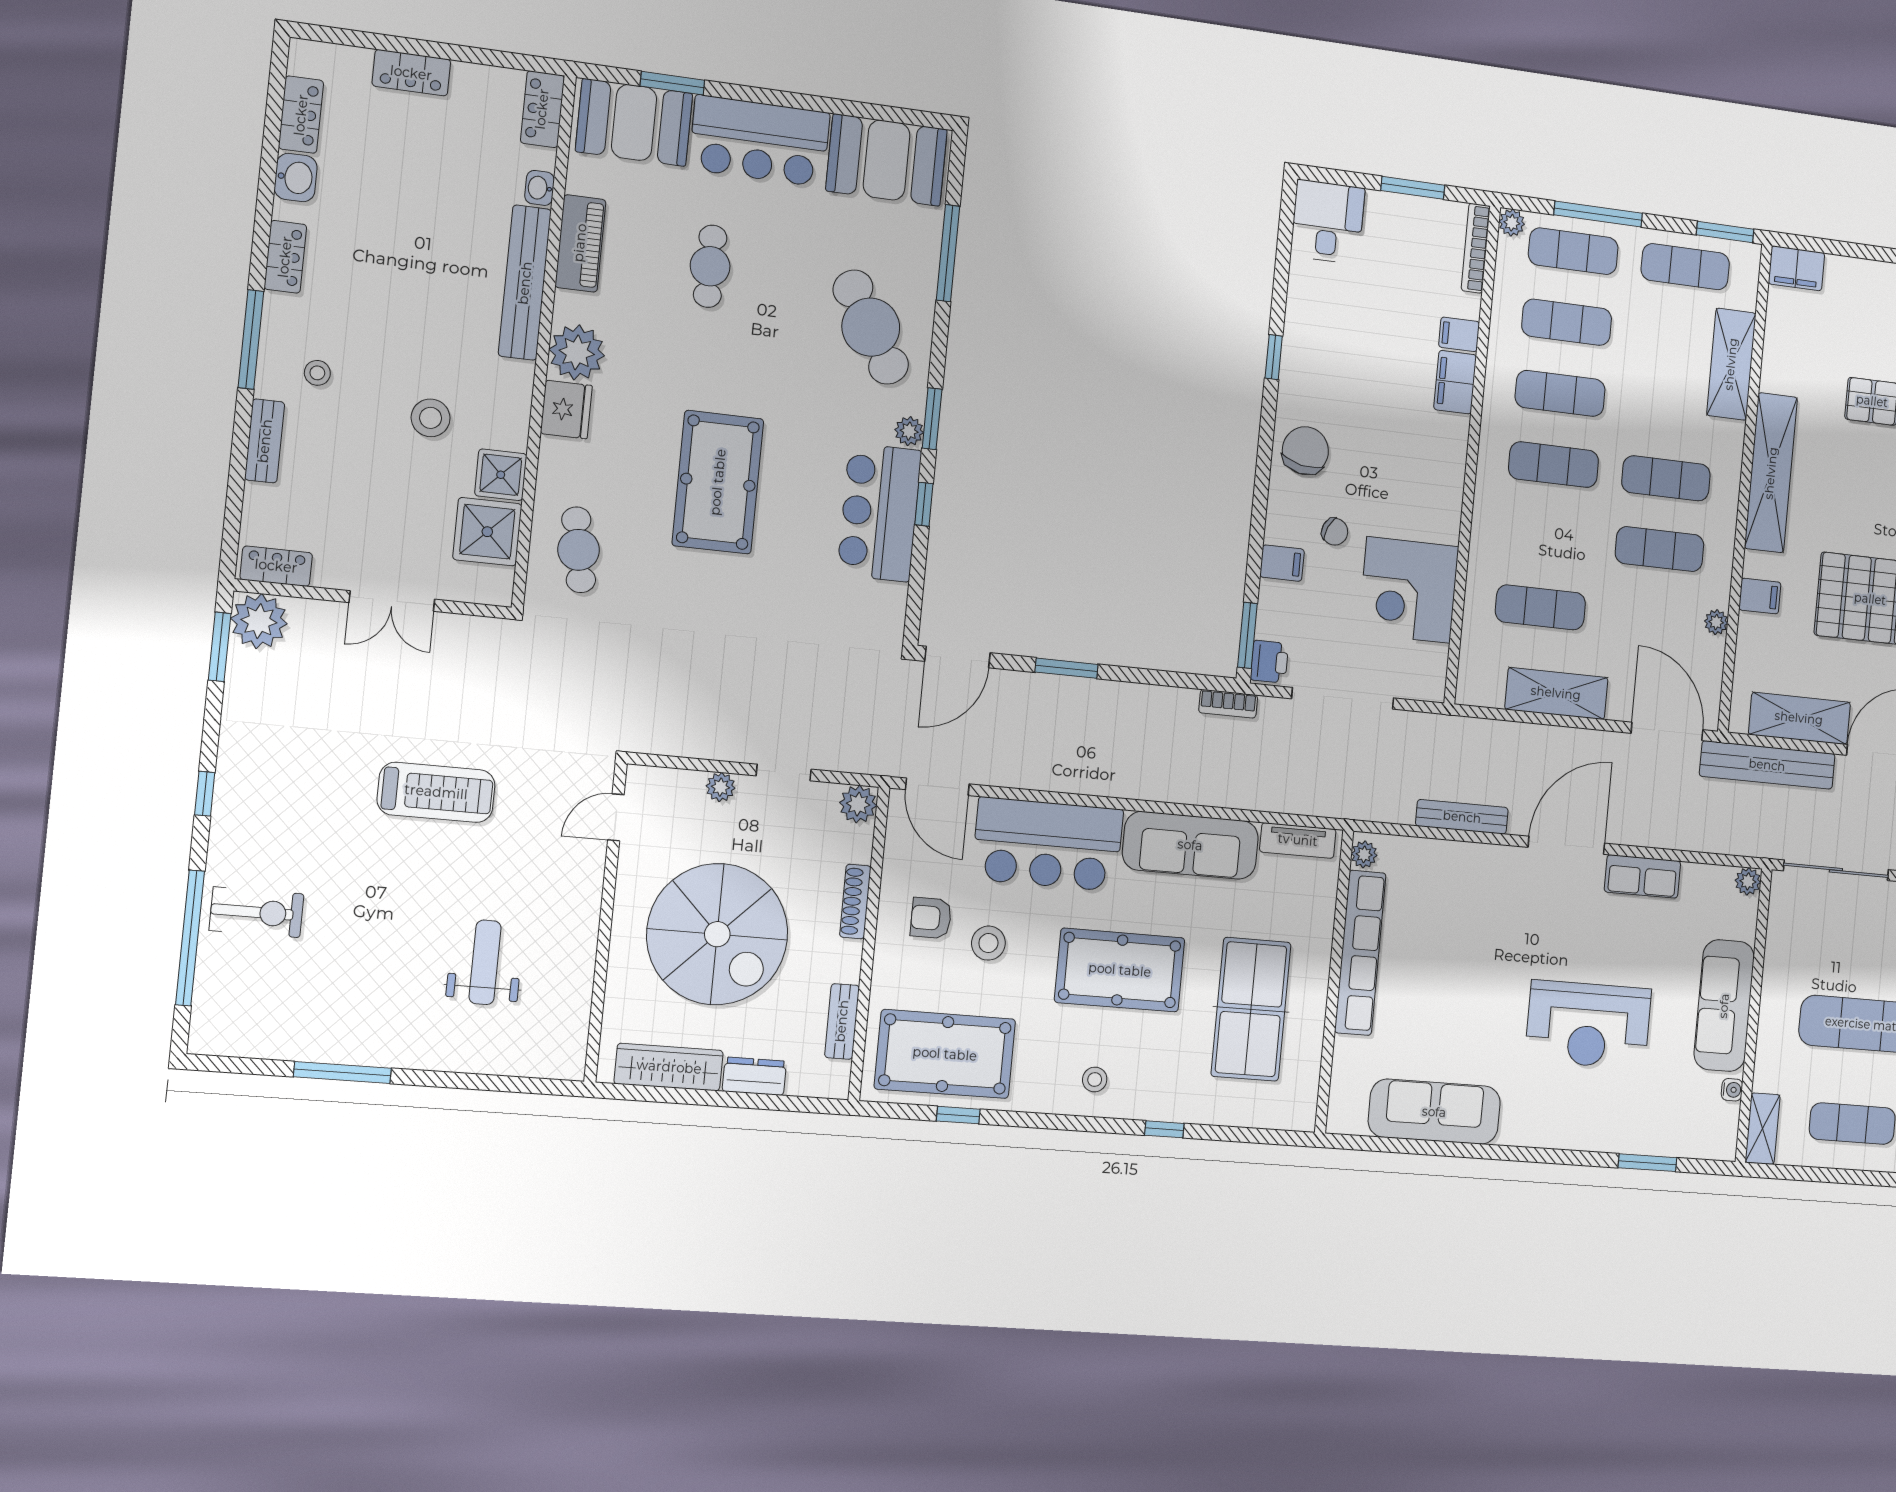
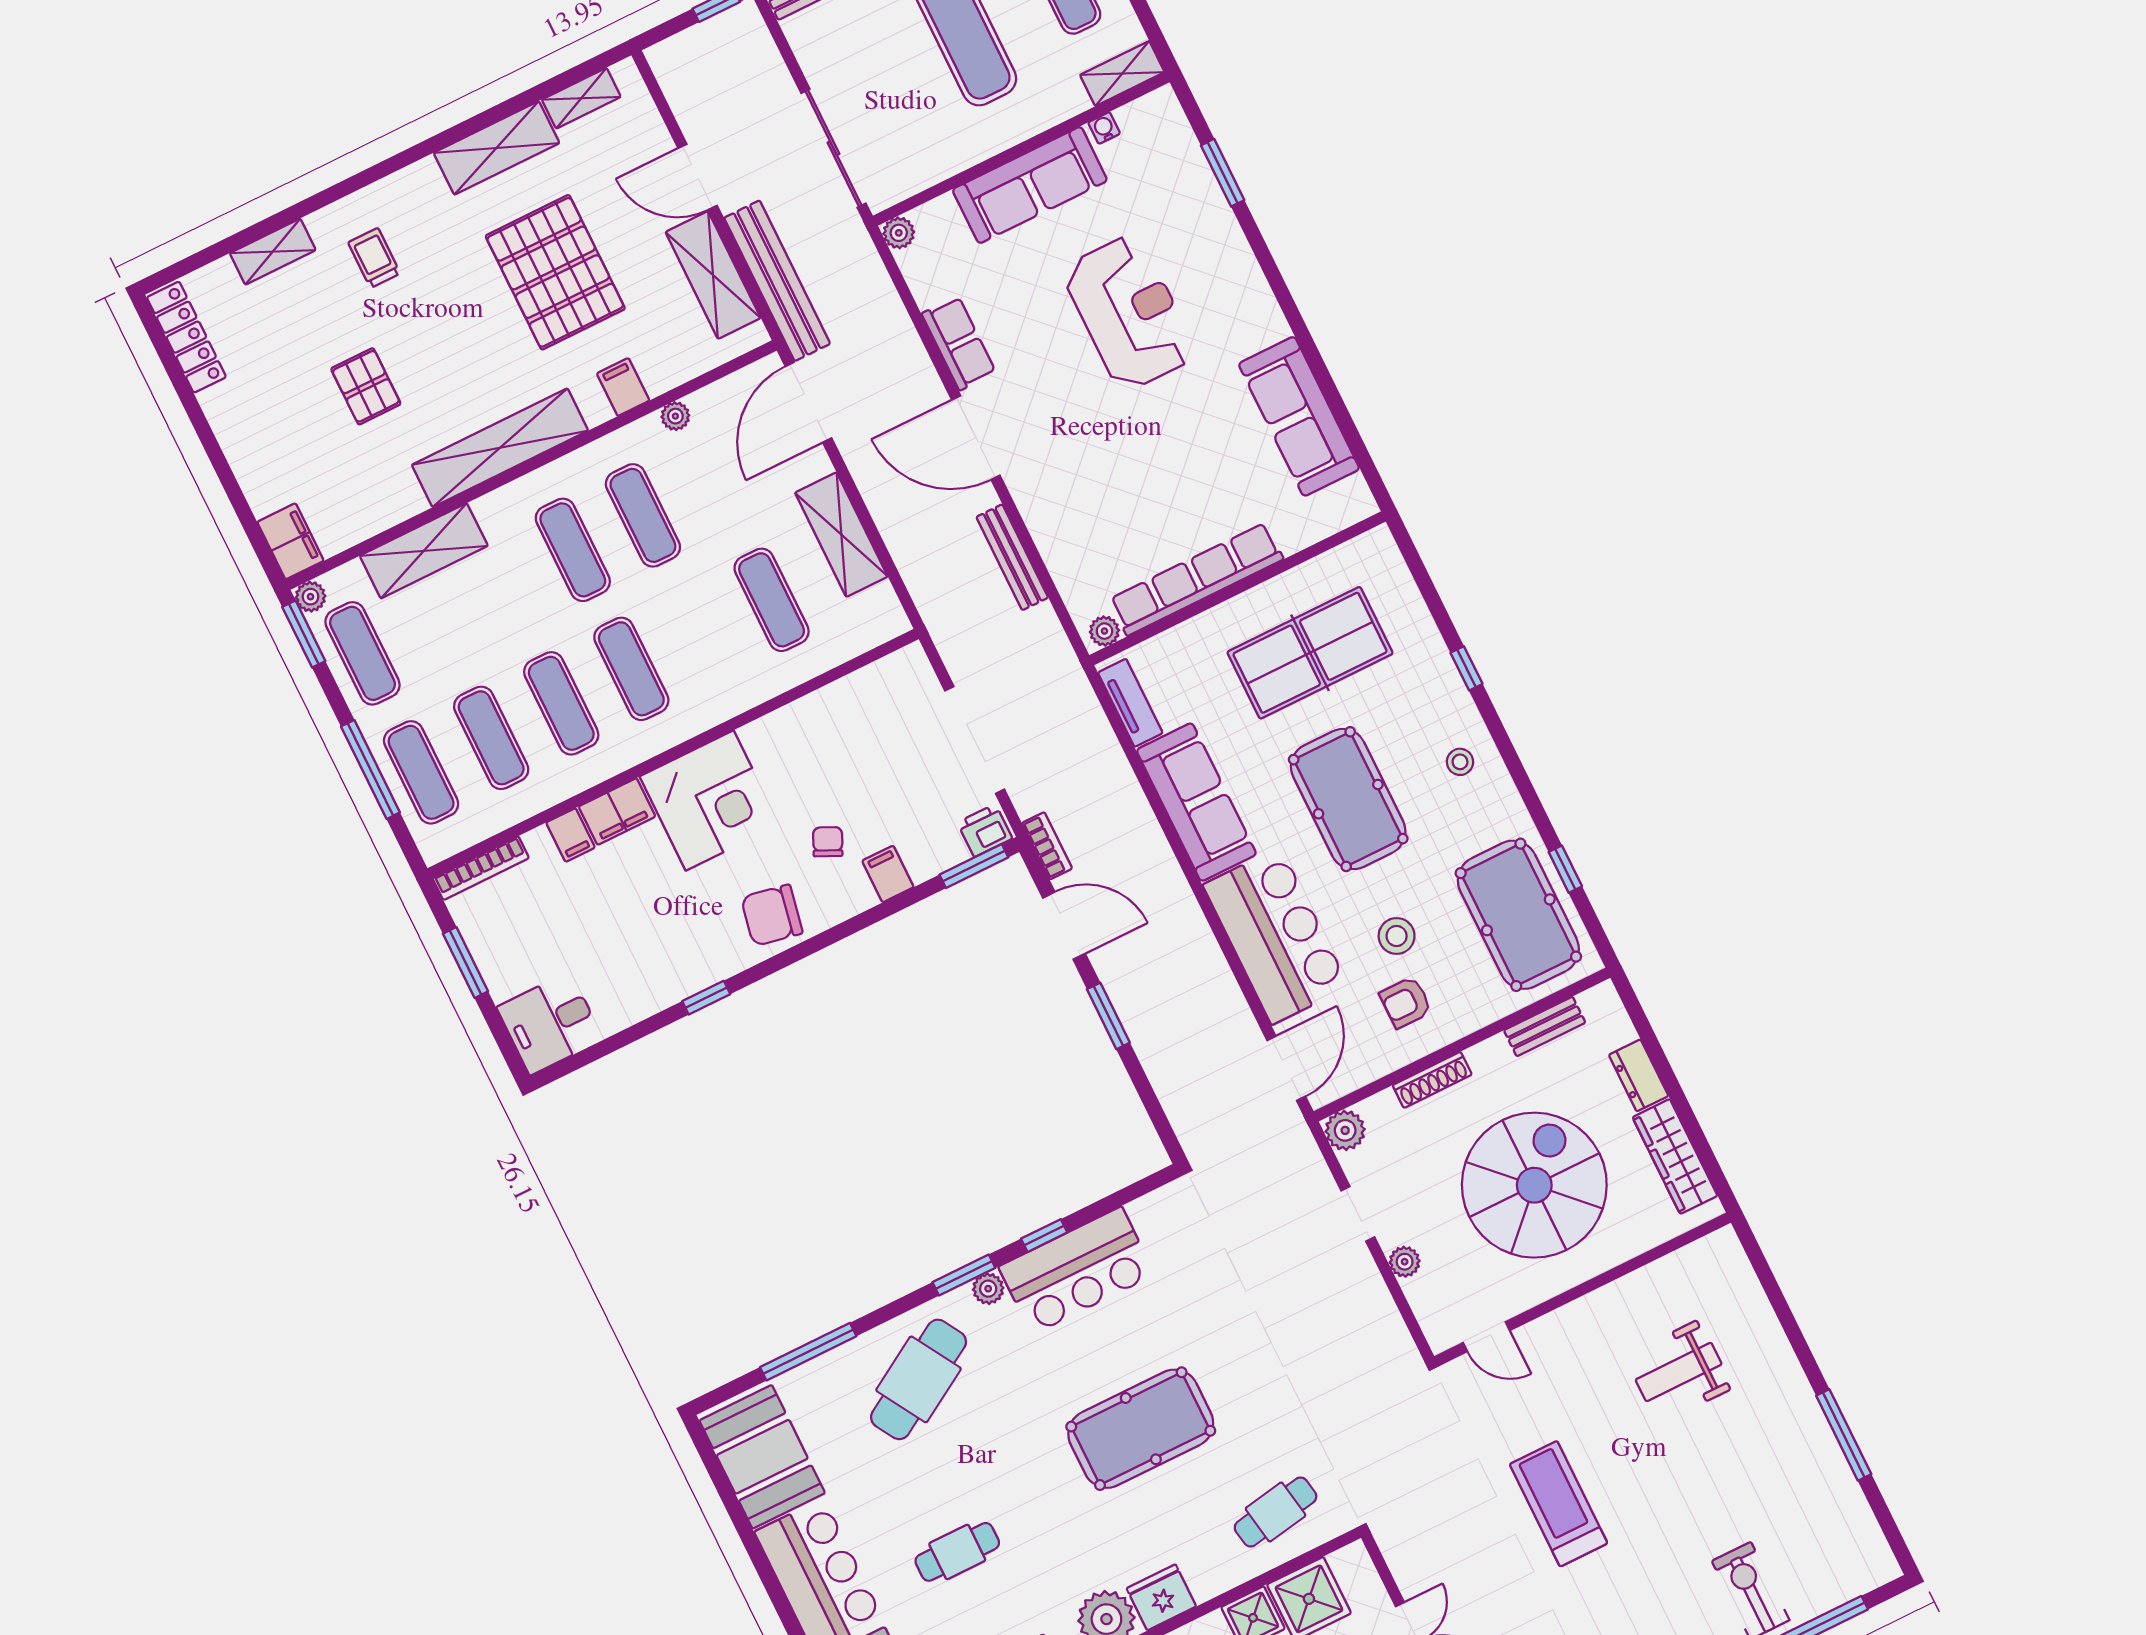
plant: (1512, 223) -> (311, 597), moved
corner desk: (1409, 590) -> (710, 800), moved
door: (957, 657) -> (1064, 926), moved
armchair: (931, 918) -> (1406, 1002), turned 90

